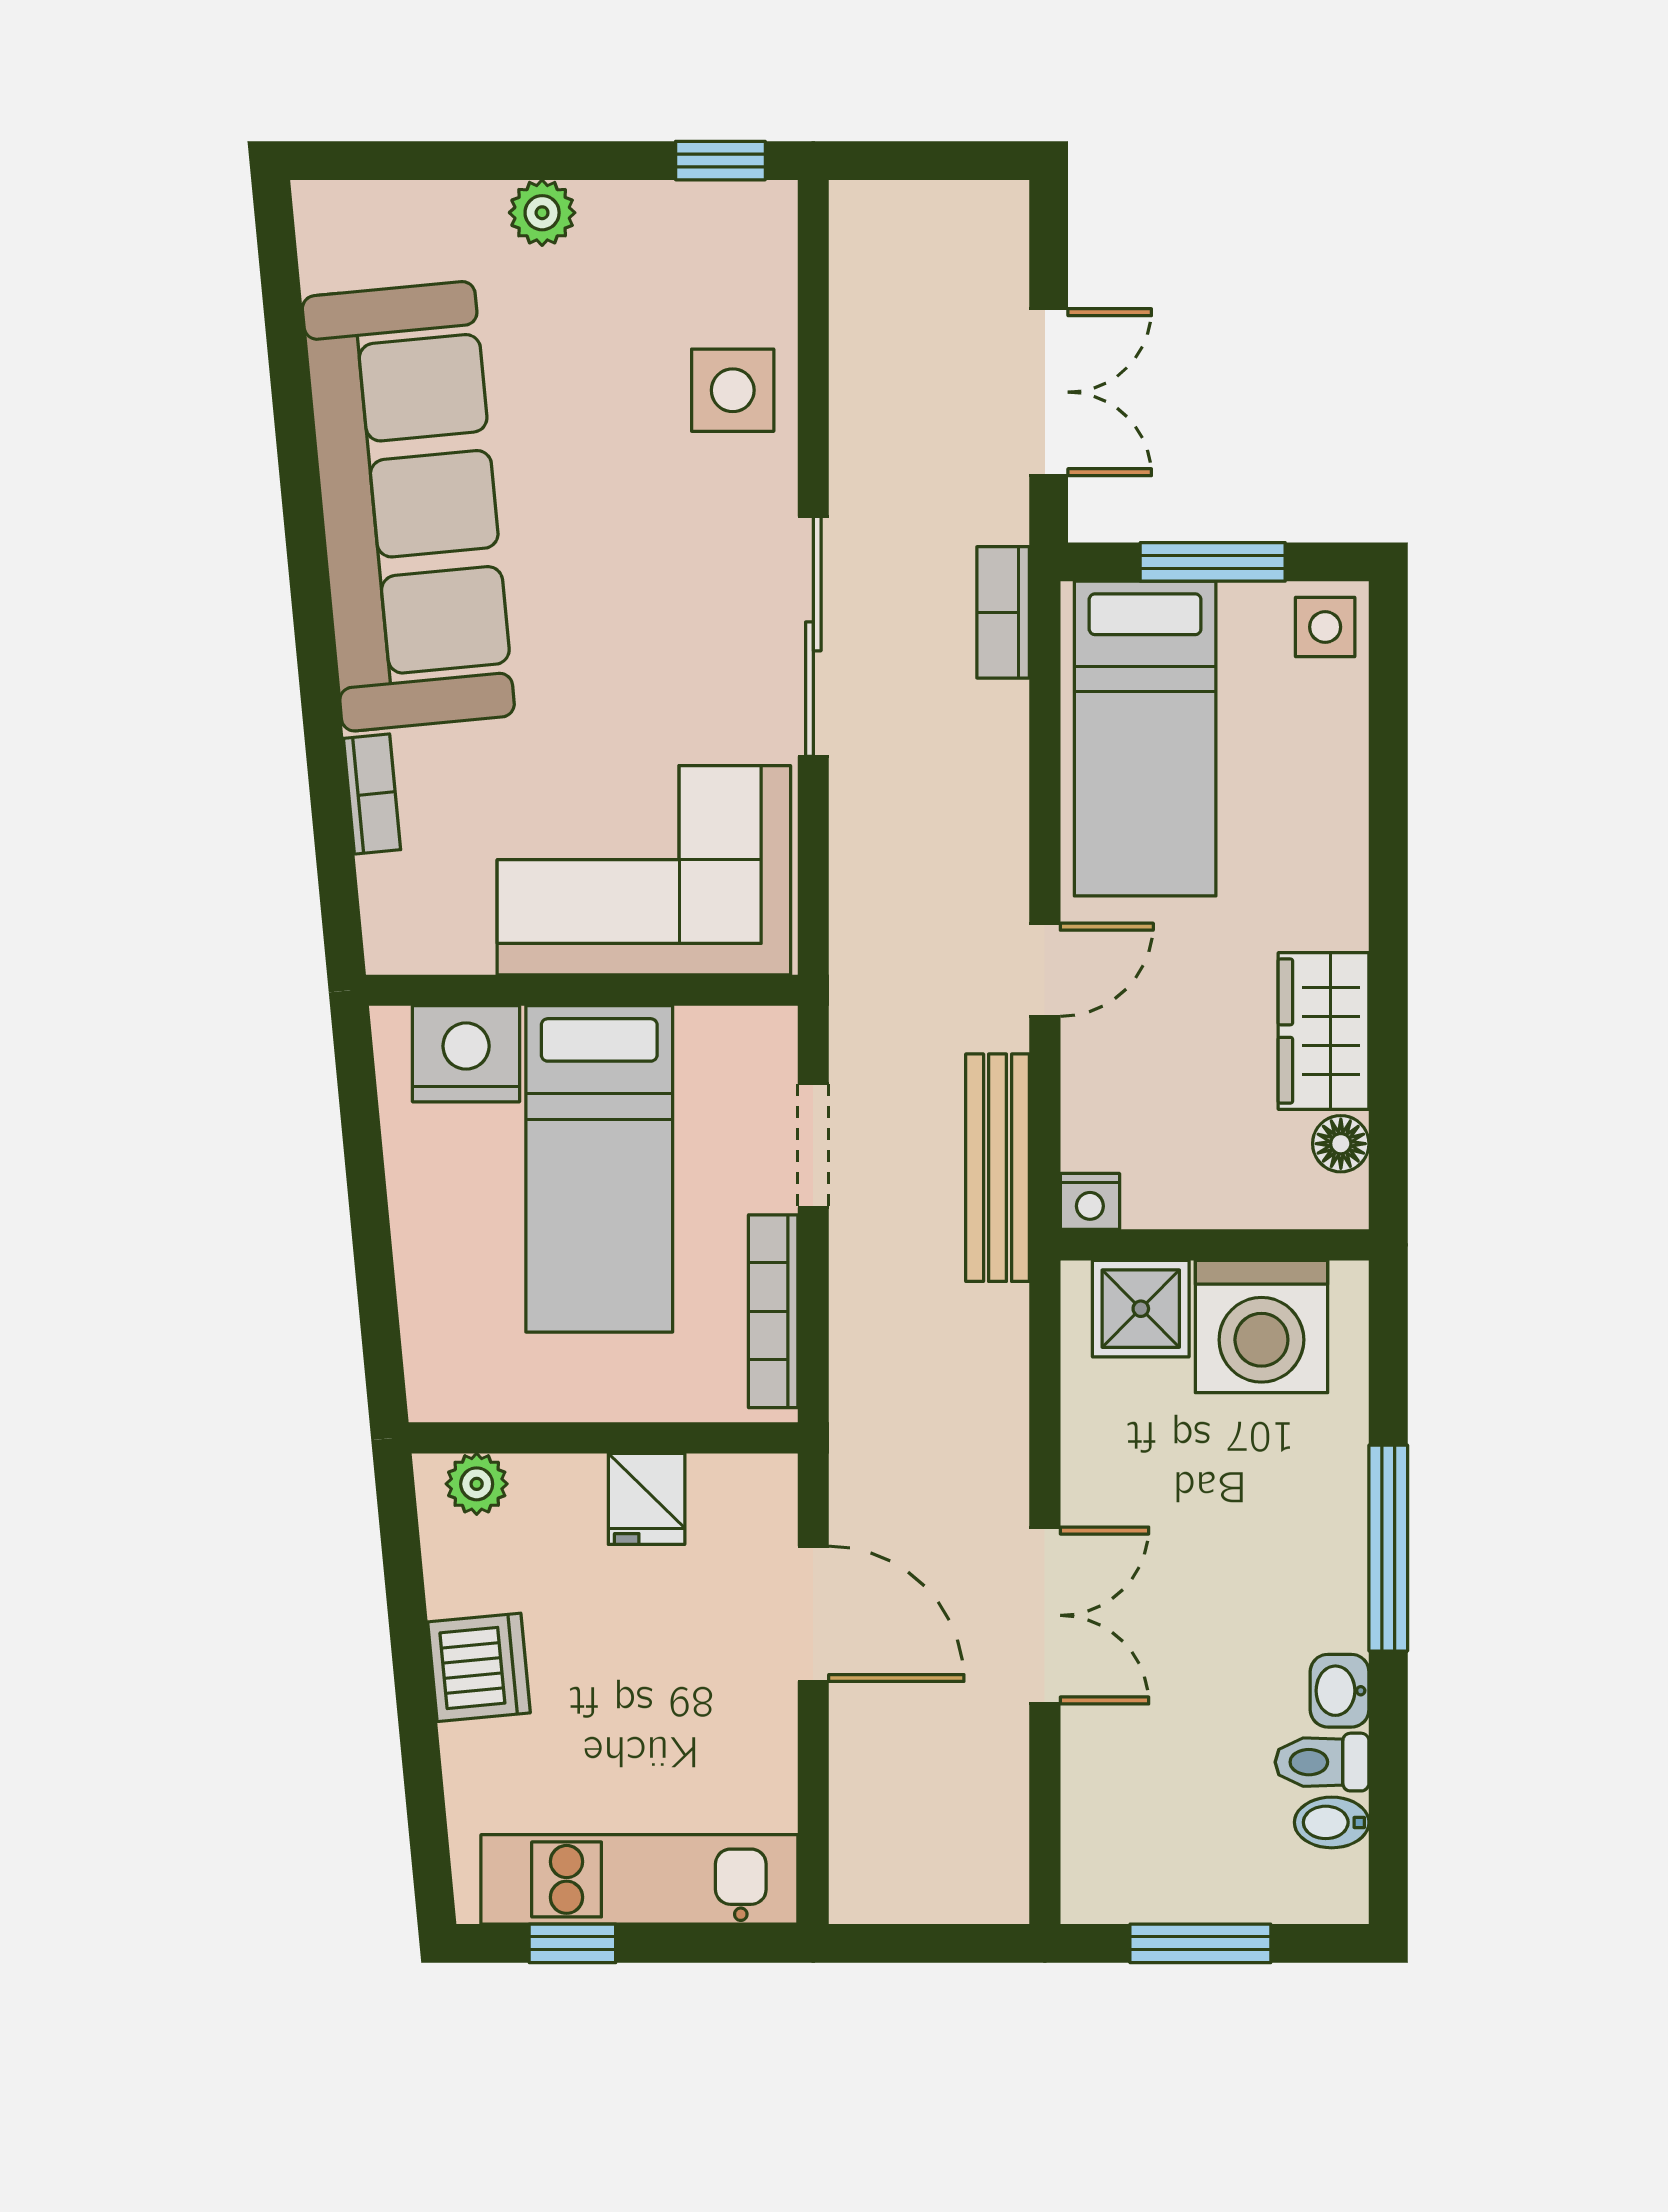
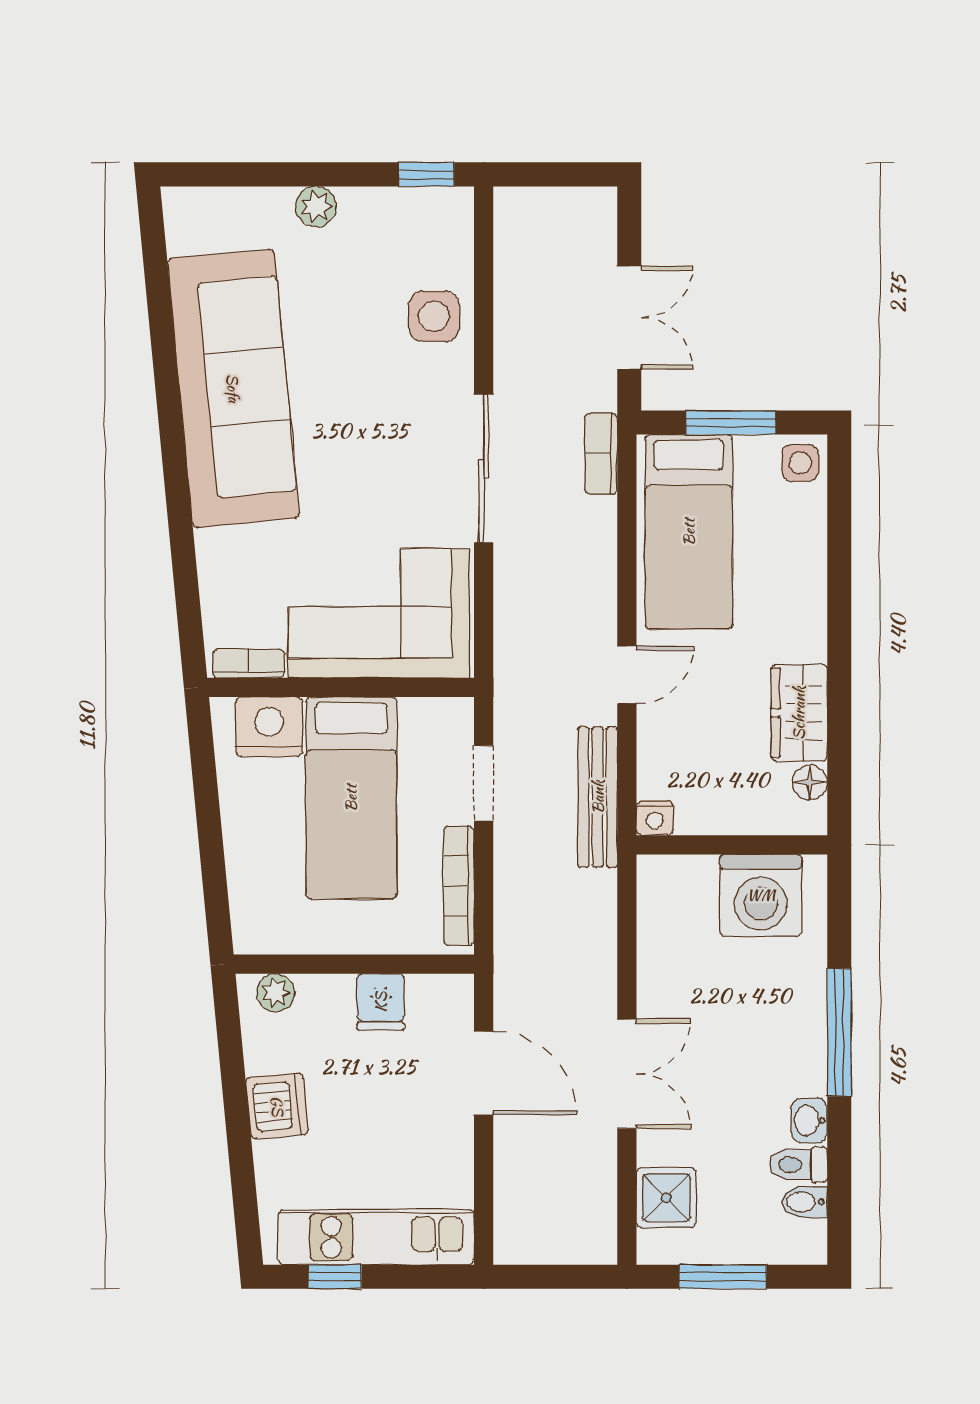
bookcase: (372, 794) -> (248, 663), moved, turned -85
shower: (1141, 1309) -> (666, 1198), moved

